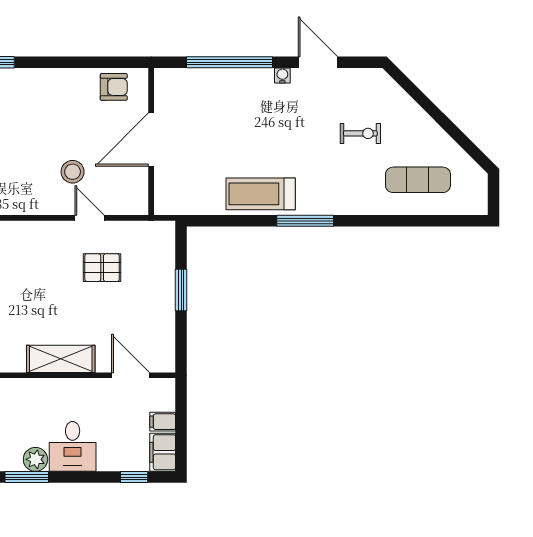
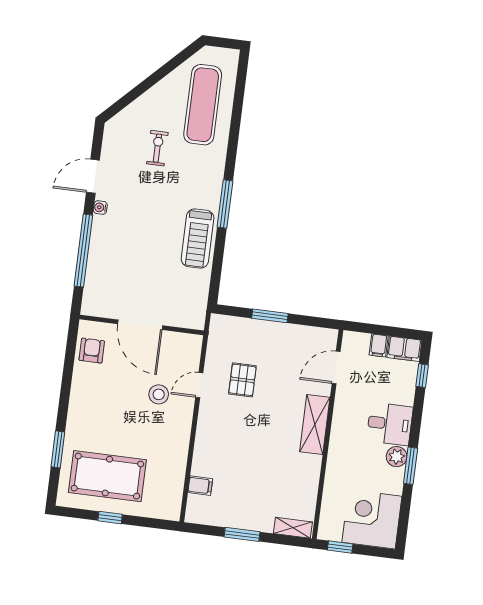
exercise mat: (418, 180) -> (203, 105), width x1.36, depth x1.45

